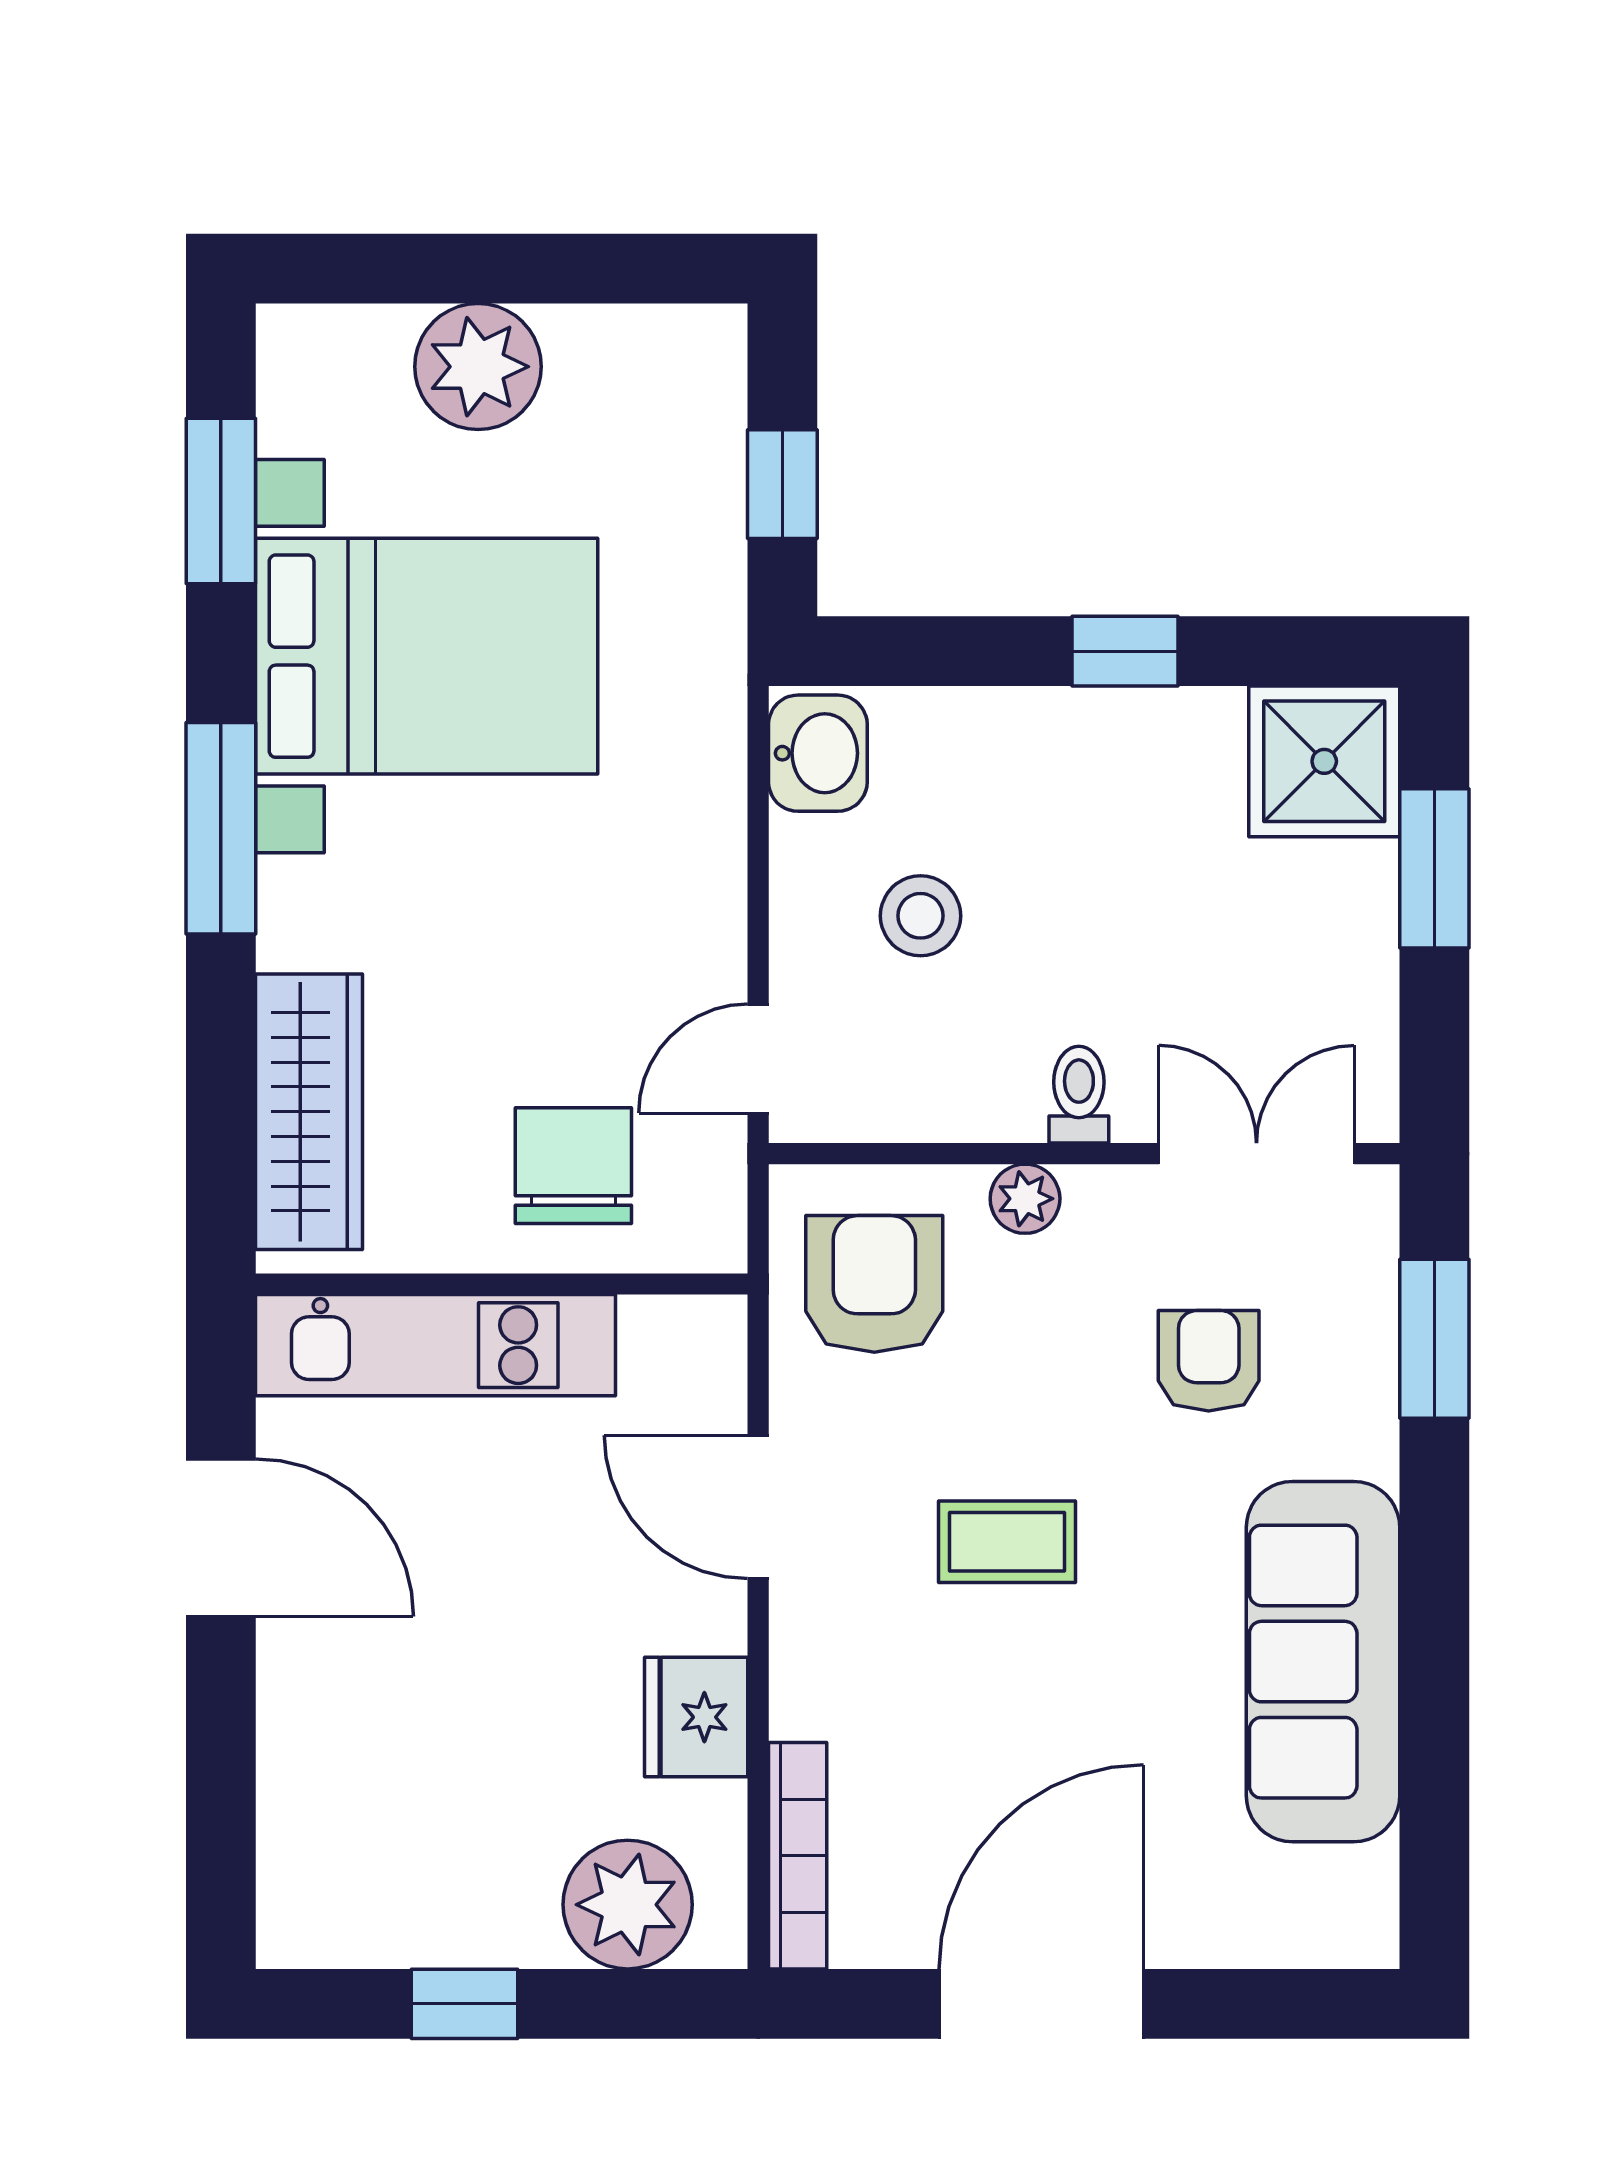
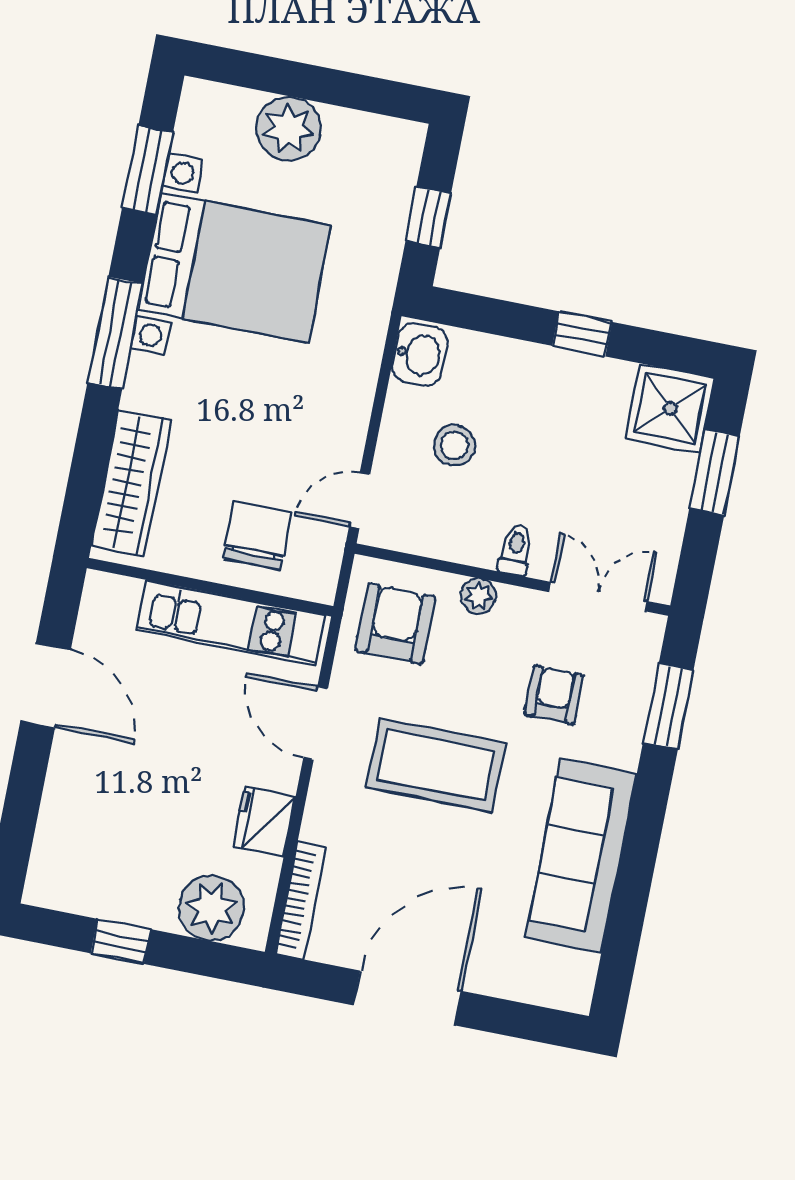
kitchen unit: (435, 1345) -> (231, 623), moved
coffee table: (1007, 1542) -> (436, 765), width x1.86, depth x1.72

